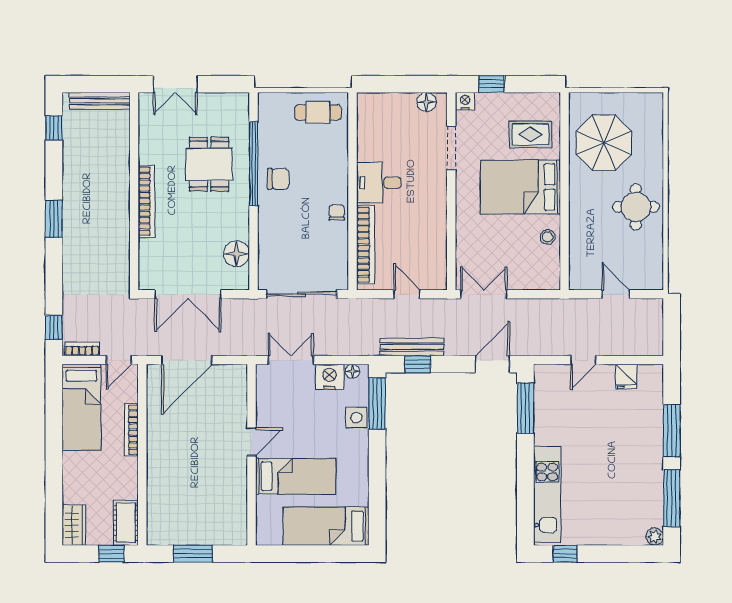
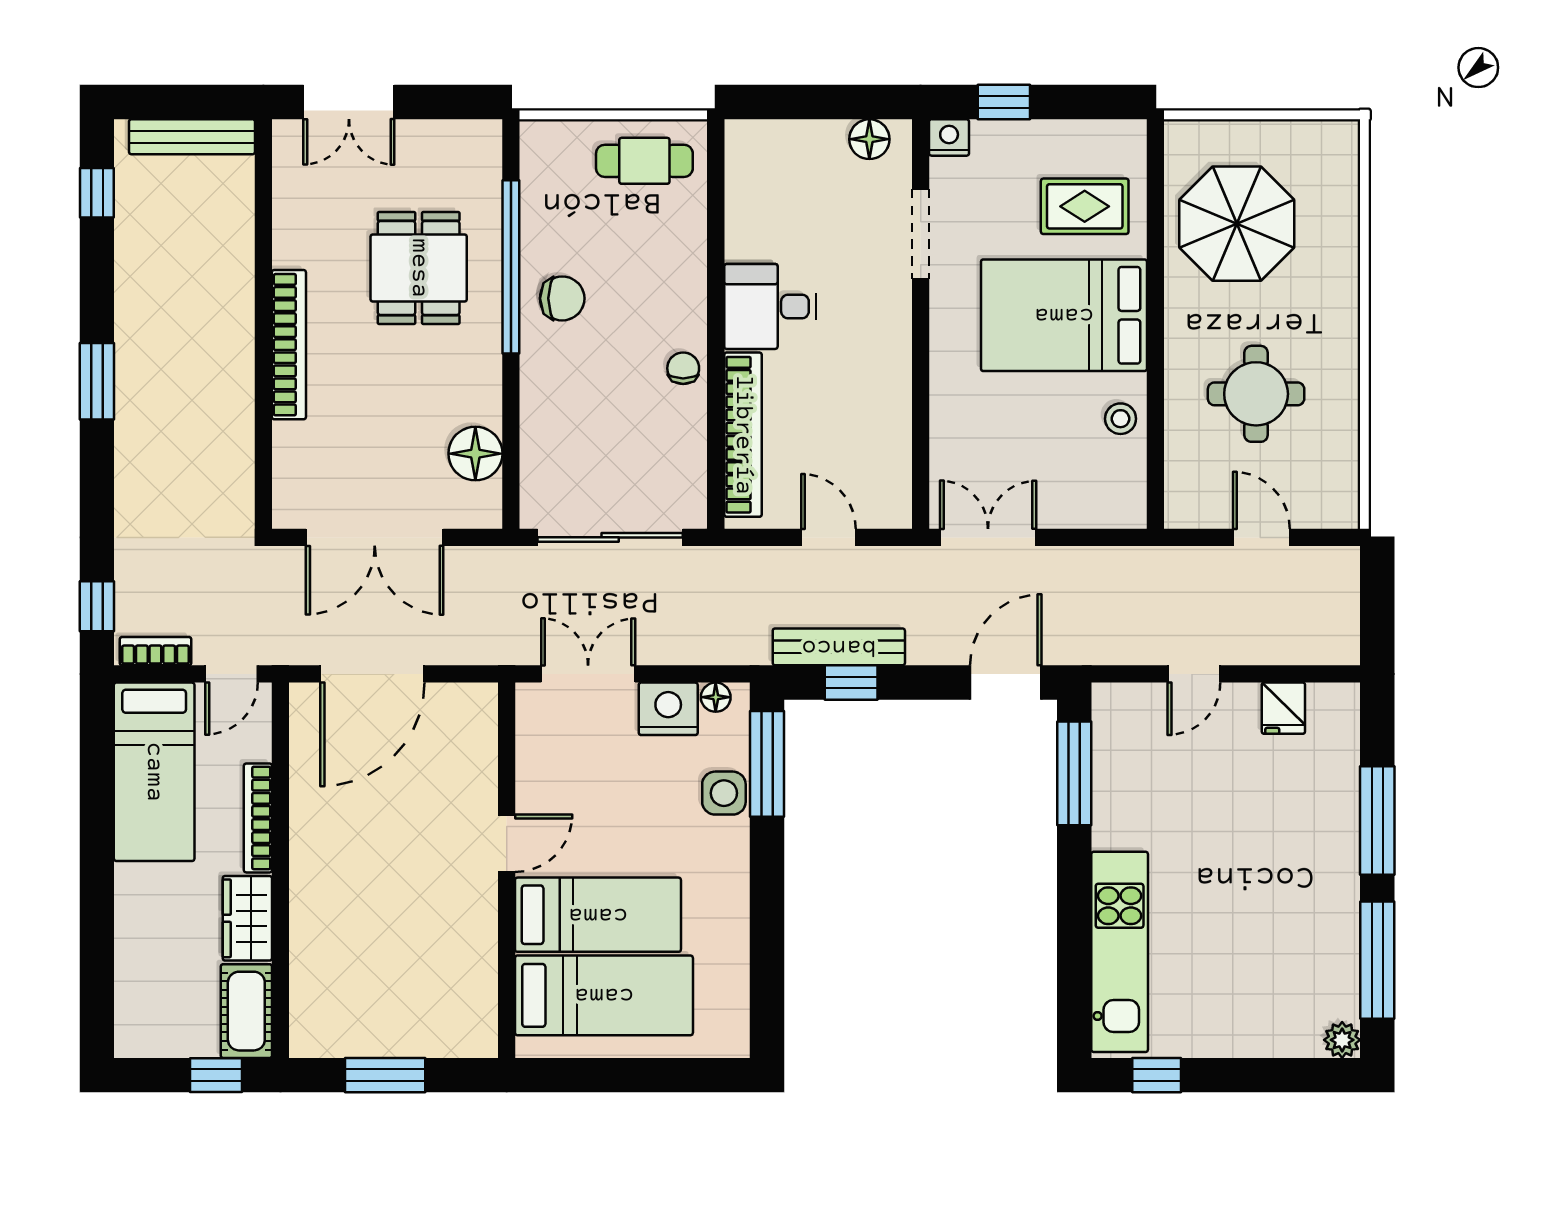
round table: (636, 207) -> (1256, 394), moved
wardrobe: (74, 525) -> (247, 918), moved, turned 180
bed: (326, 526) -> (604, 995), moved, turned 180

